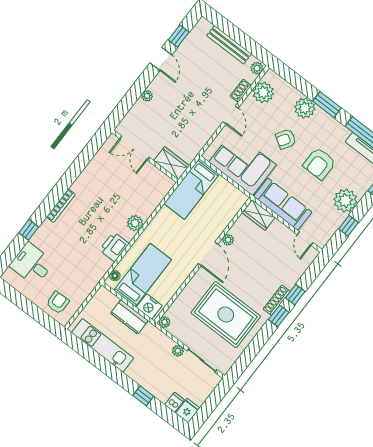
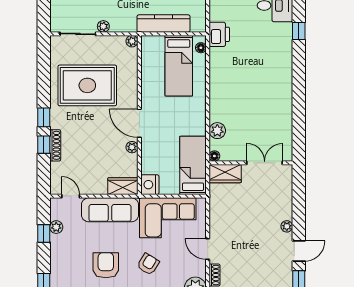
door: (161, 59) -> (299, 251), swing flipped
plant: (147, 96) -> (287, 226), moved
floor lamp: (169, 183) -> (214, 156), added
plant: (345, 201) -> (56, 227), moved, width x0.53, depth x0.53
bookcase: (61, 206) -> (288, 70), removed
plant: (135, 223) -> (217, 131), moved
printer: (114, 247) -> (219, 34), moved
shoe rack: (277, 300) -> (55, 145), moved
nightstand: (149, 307) -> (150, 185), moved, turned -90
kitchen counter: (129, 317) -> (164, 23), width x1.50

